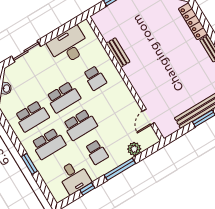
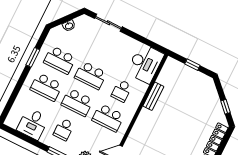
desk: (69, 46) -> (145, 63), moved, turned 90
school desk: (112, 106) -> (108, 118), added
window: (29, 164) -> (33, 57), moved
window: (87, 189) -> (30, 140), removed

